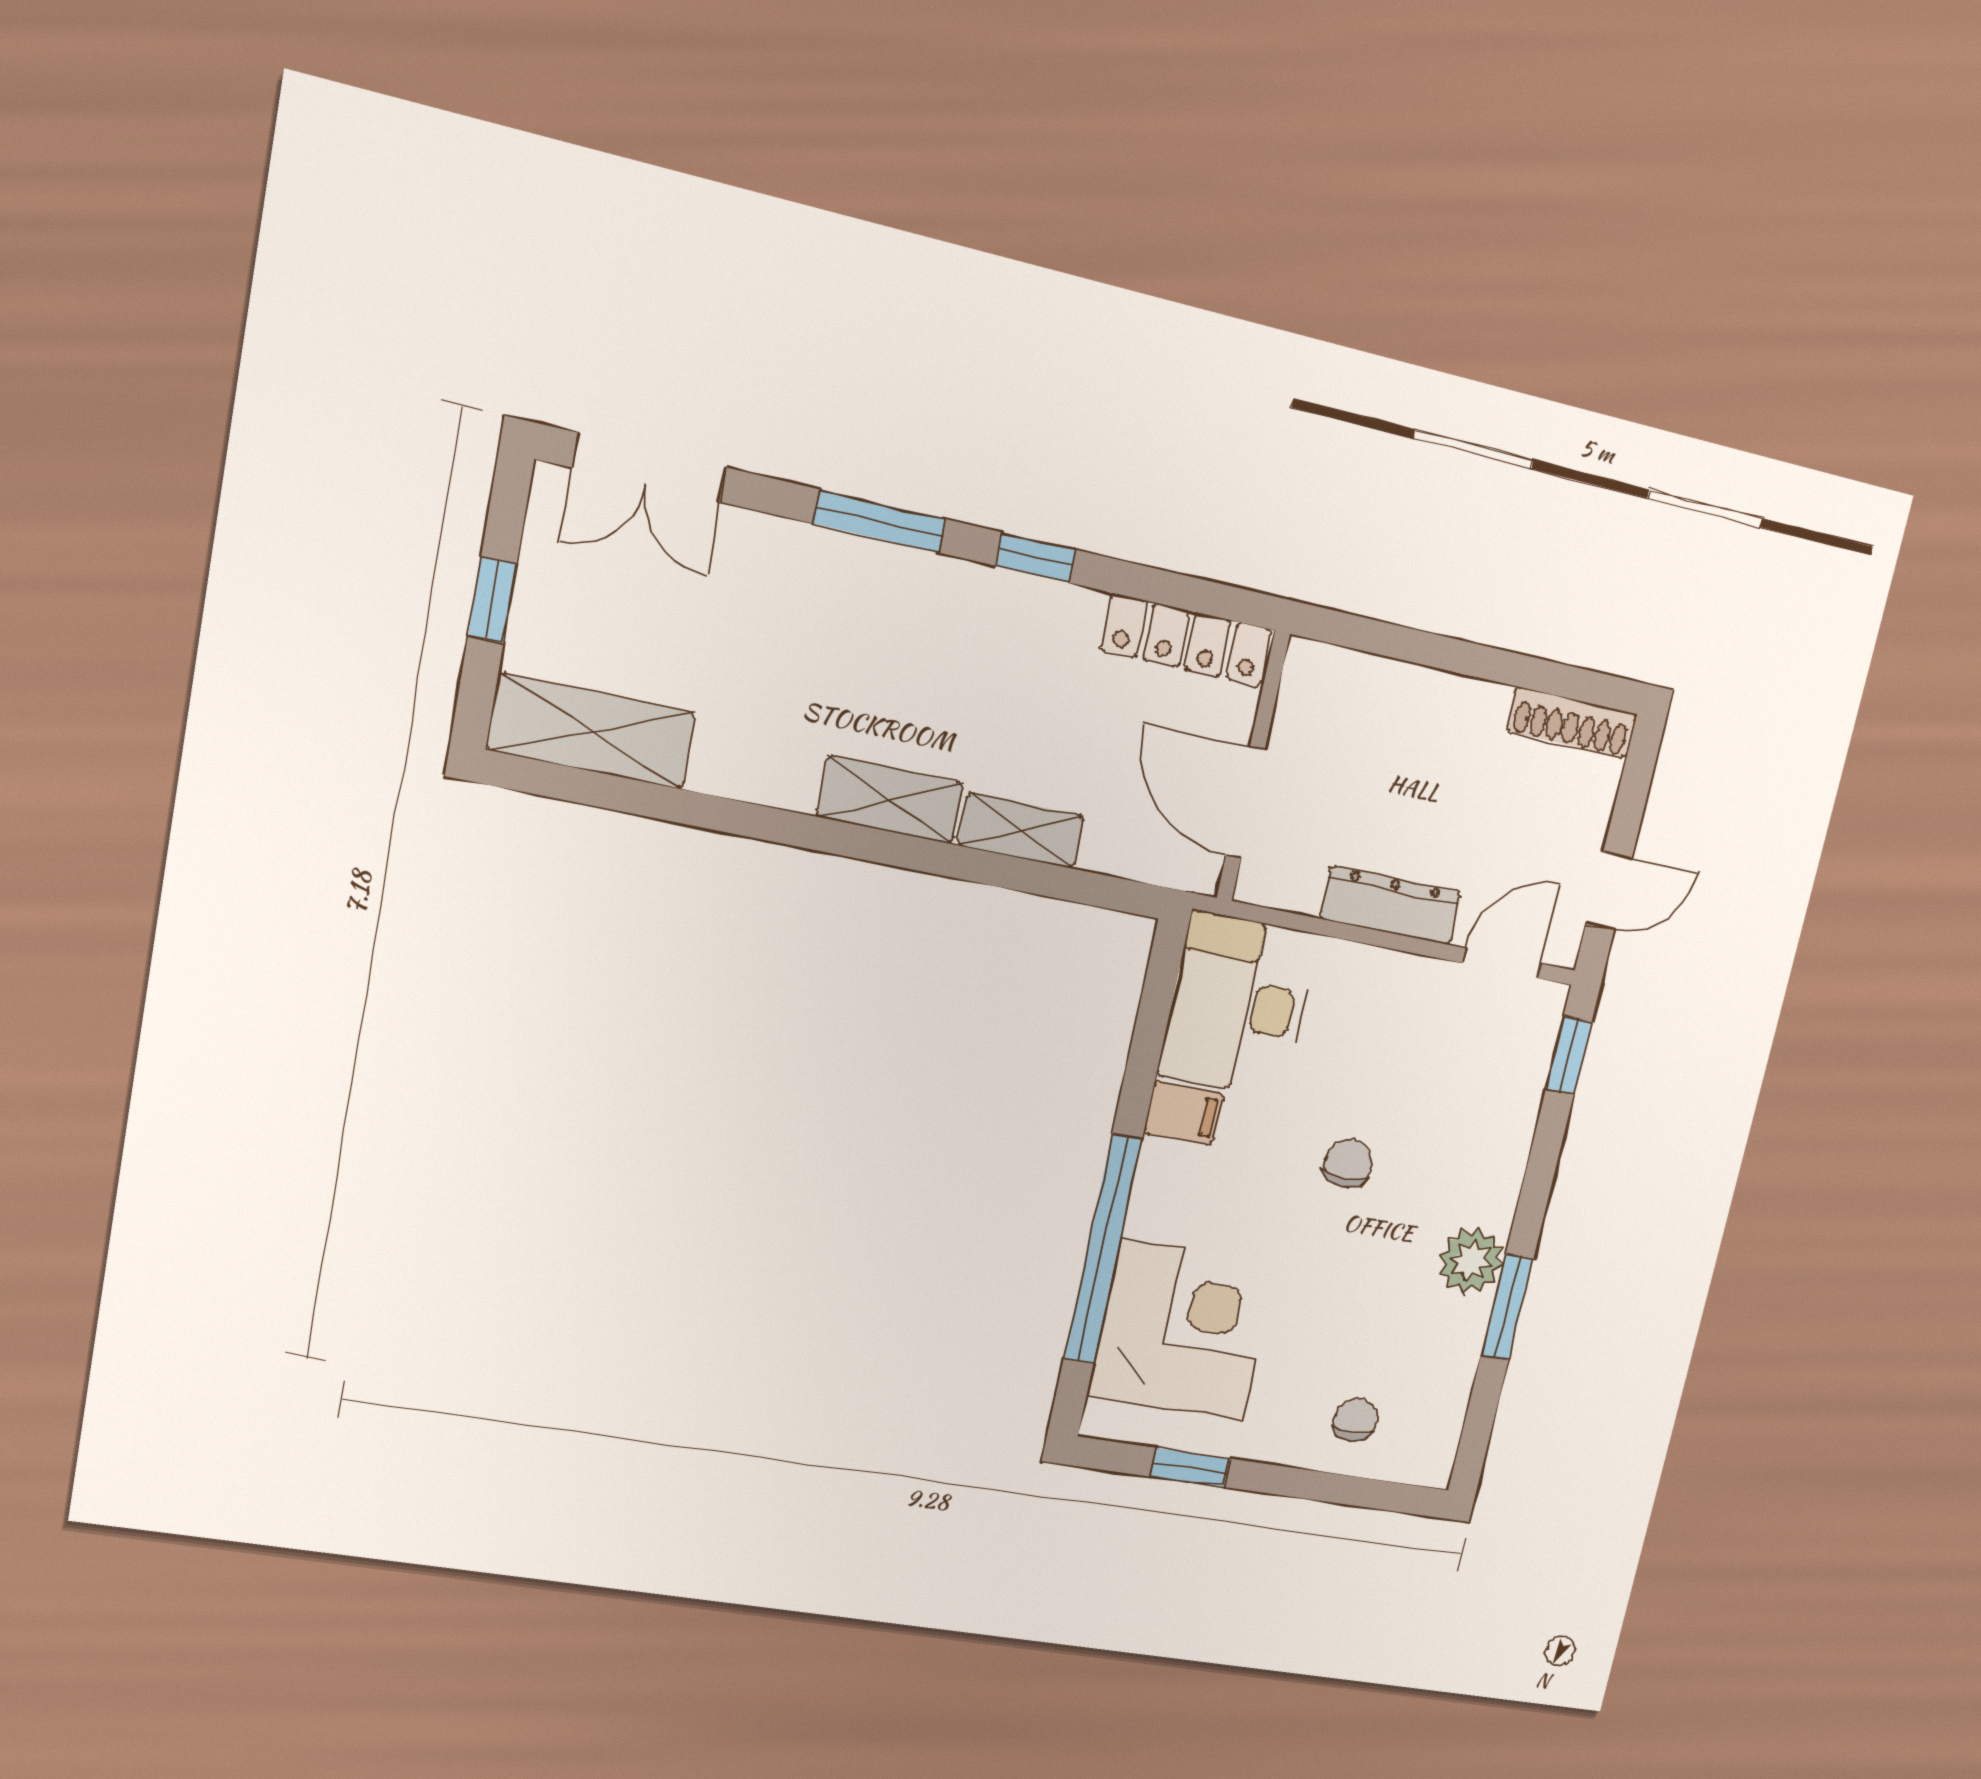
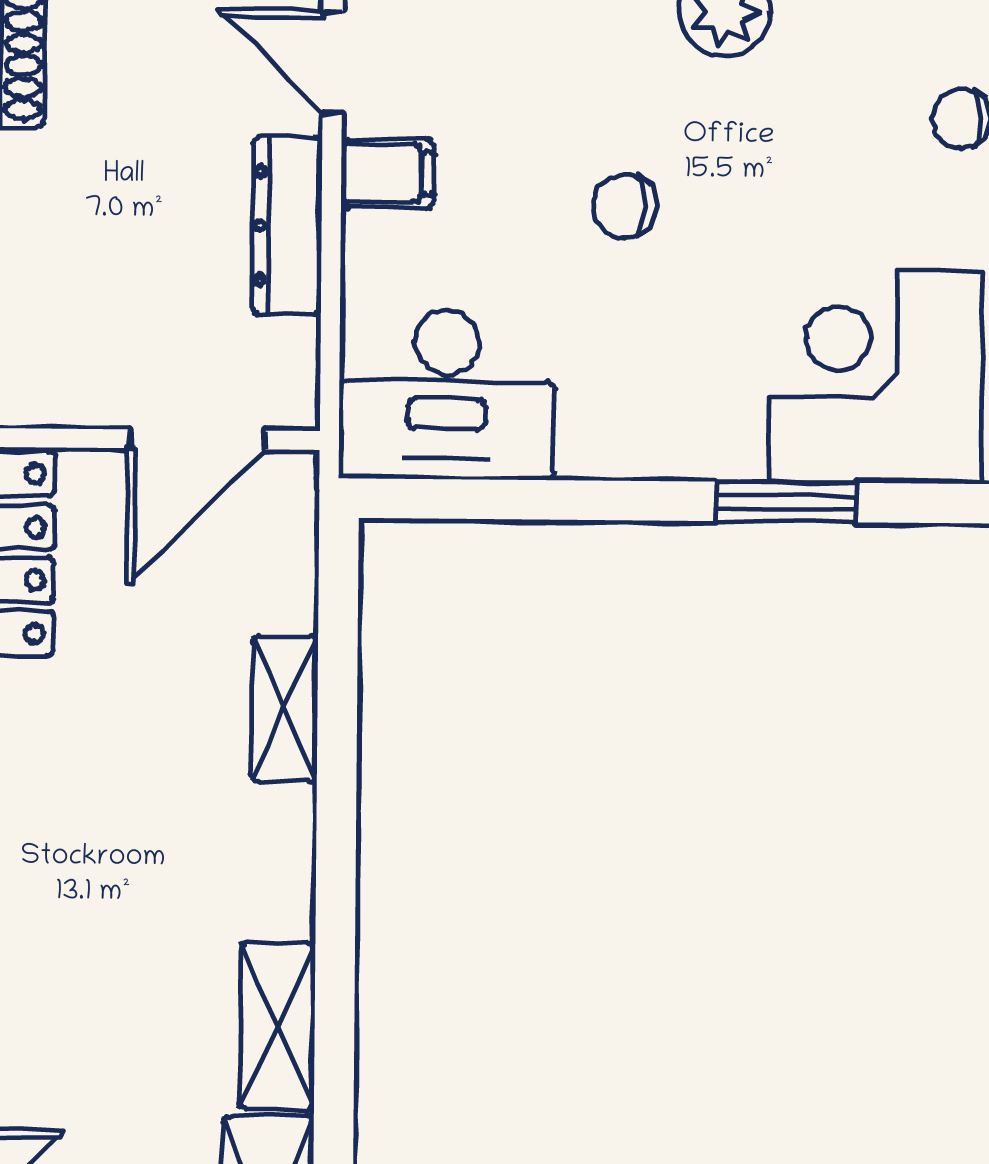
shelving: (890, 800) -> (277, 1026), moved
filing cabinet: (1184, 1113) -> (387, 173), moved, turned 90
window: (1103, 1250) -> (786, 502), width x0.47

